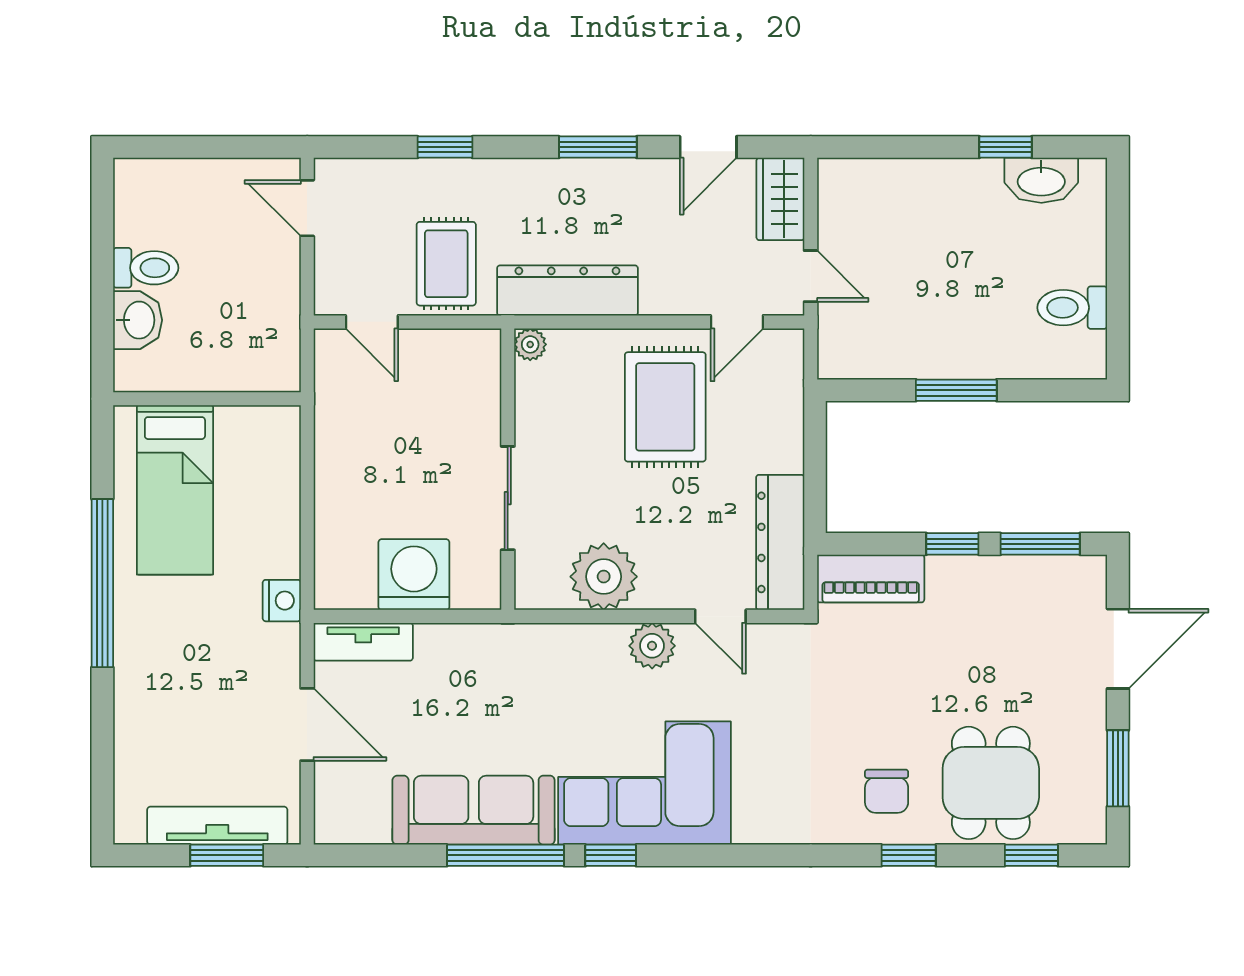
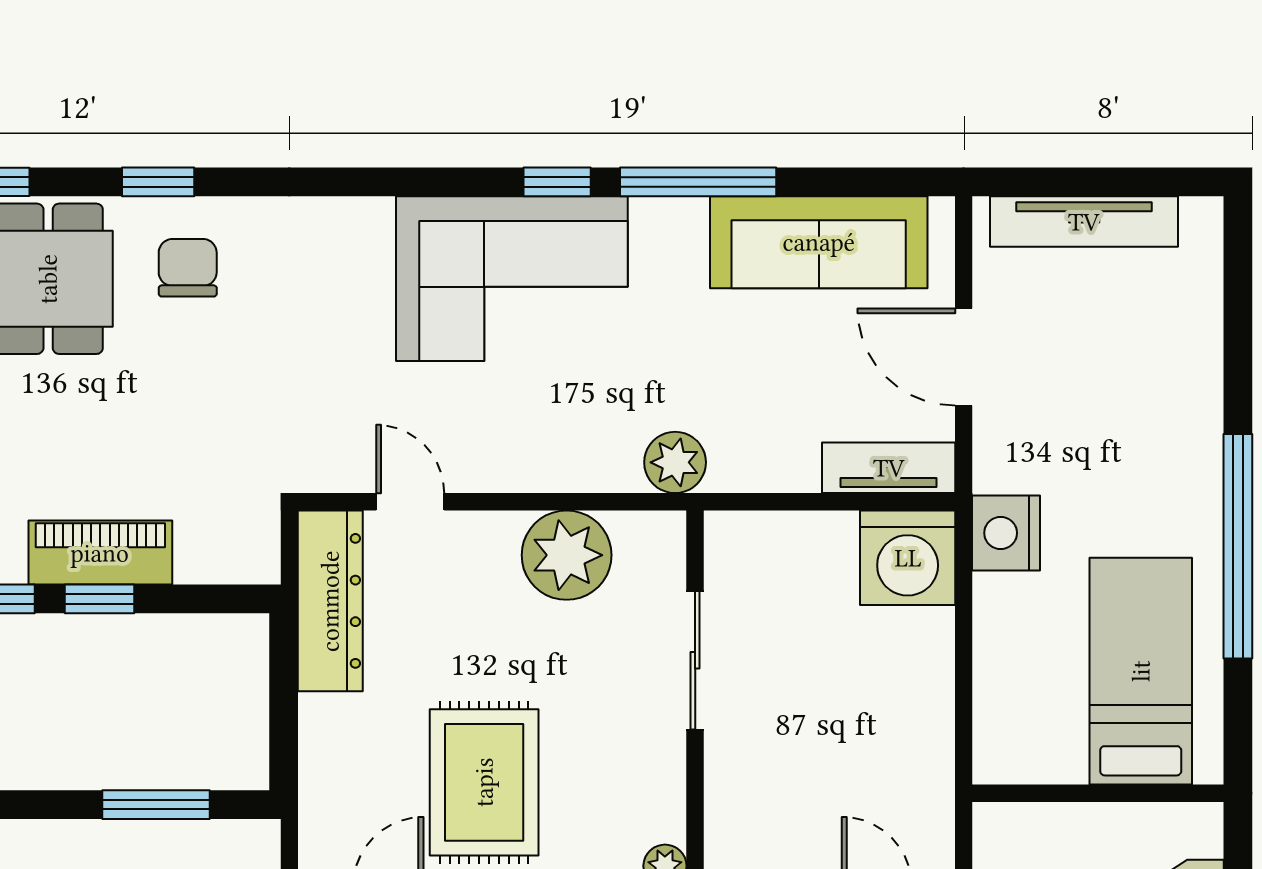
window: (956, 390) -> (156, 805), moved
washing machine: (414, 575) -> (908, 558), moved
piano: (871, 578) -> (100, 553), moved
nightstand: (282, 601) -> (1006, 533), width x1.36, depth x1.33
plant: (652, 646) -> (675, 462), moved
sofa: (474, 810) -> (819, 242), moved
window: (227, 855) -> (1071, 182), removed

